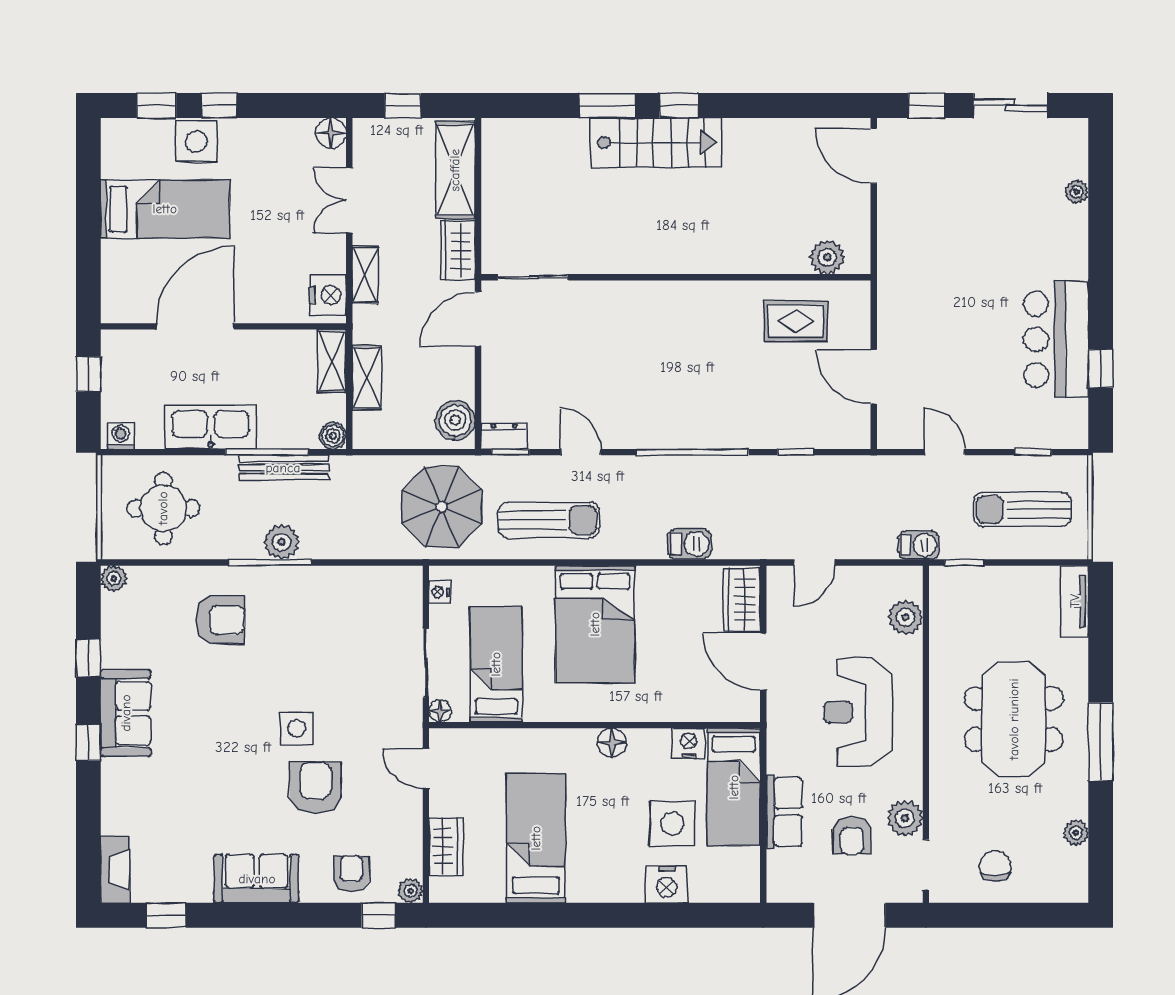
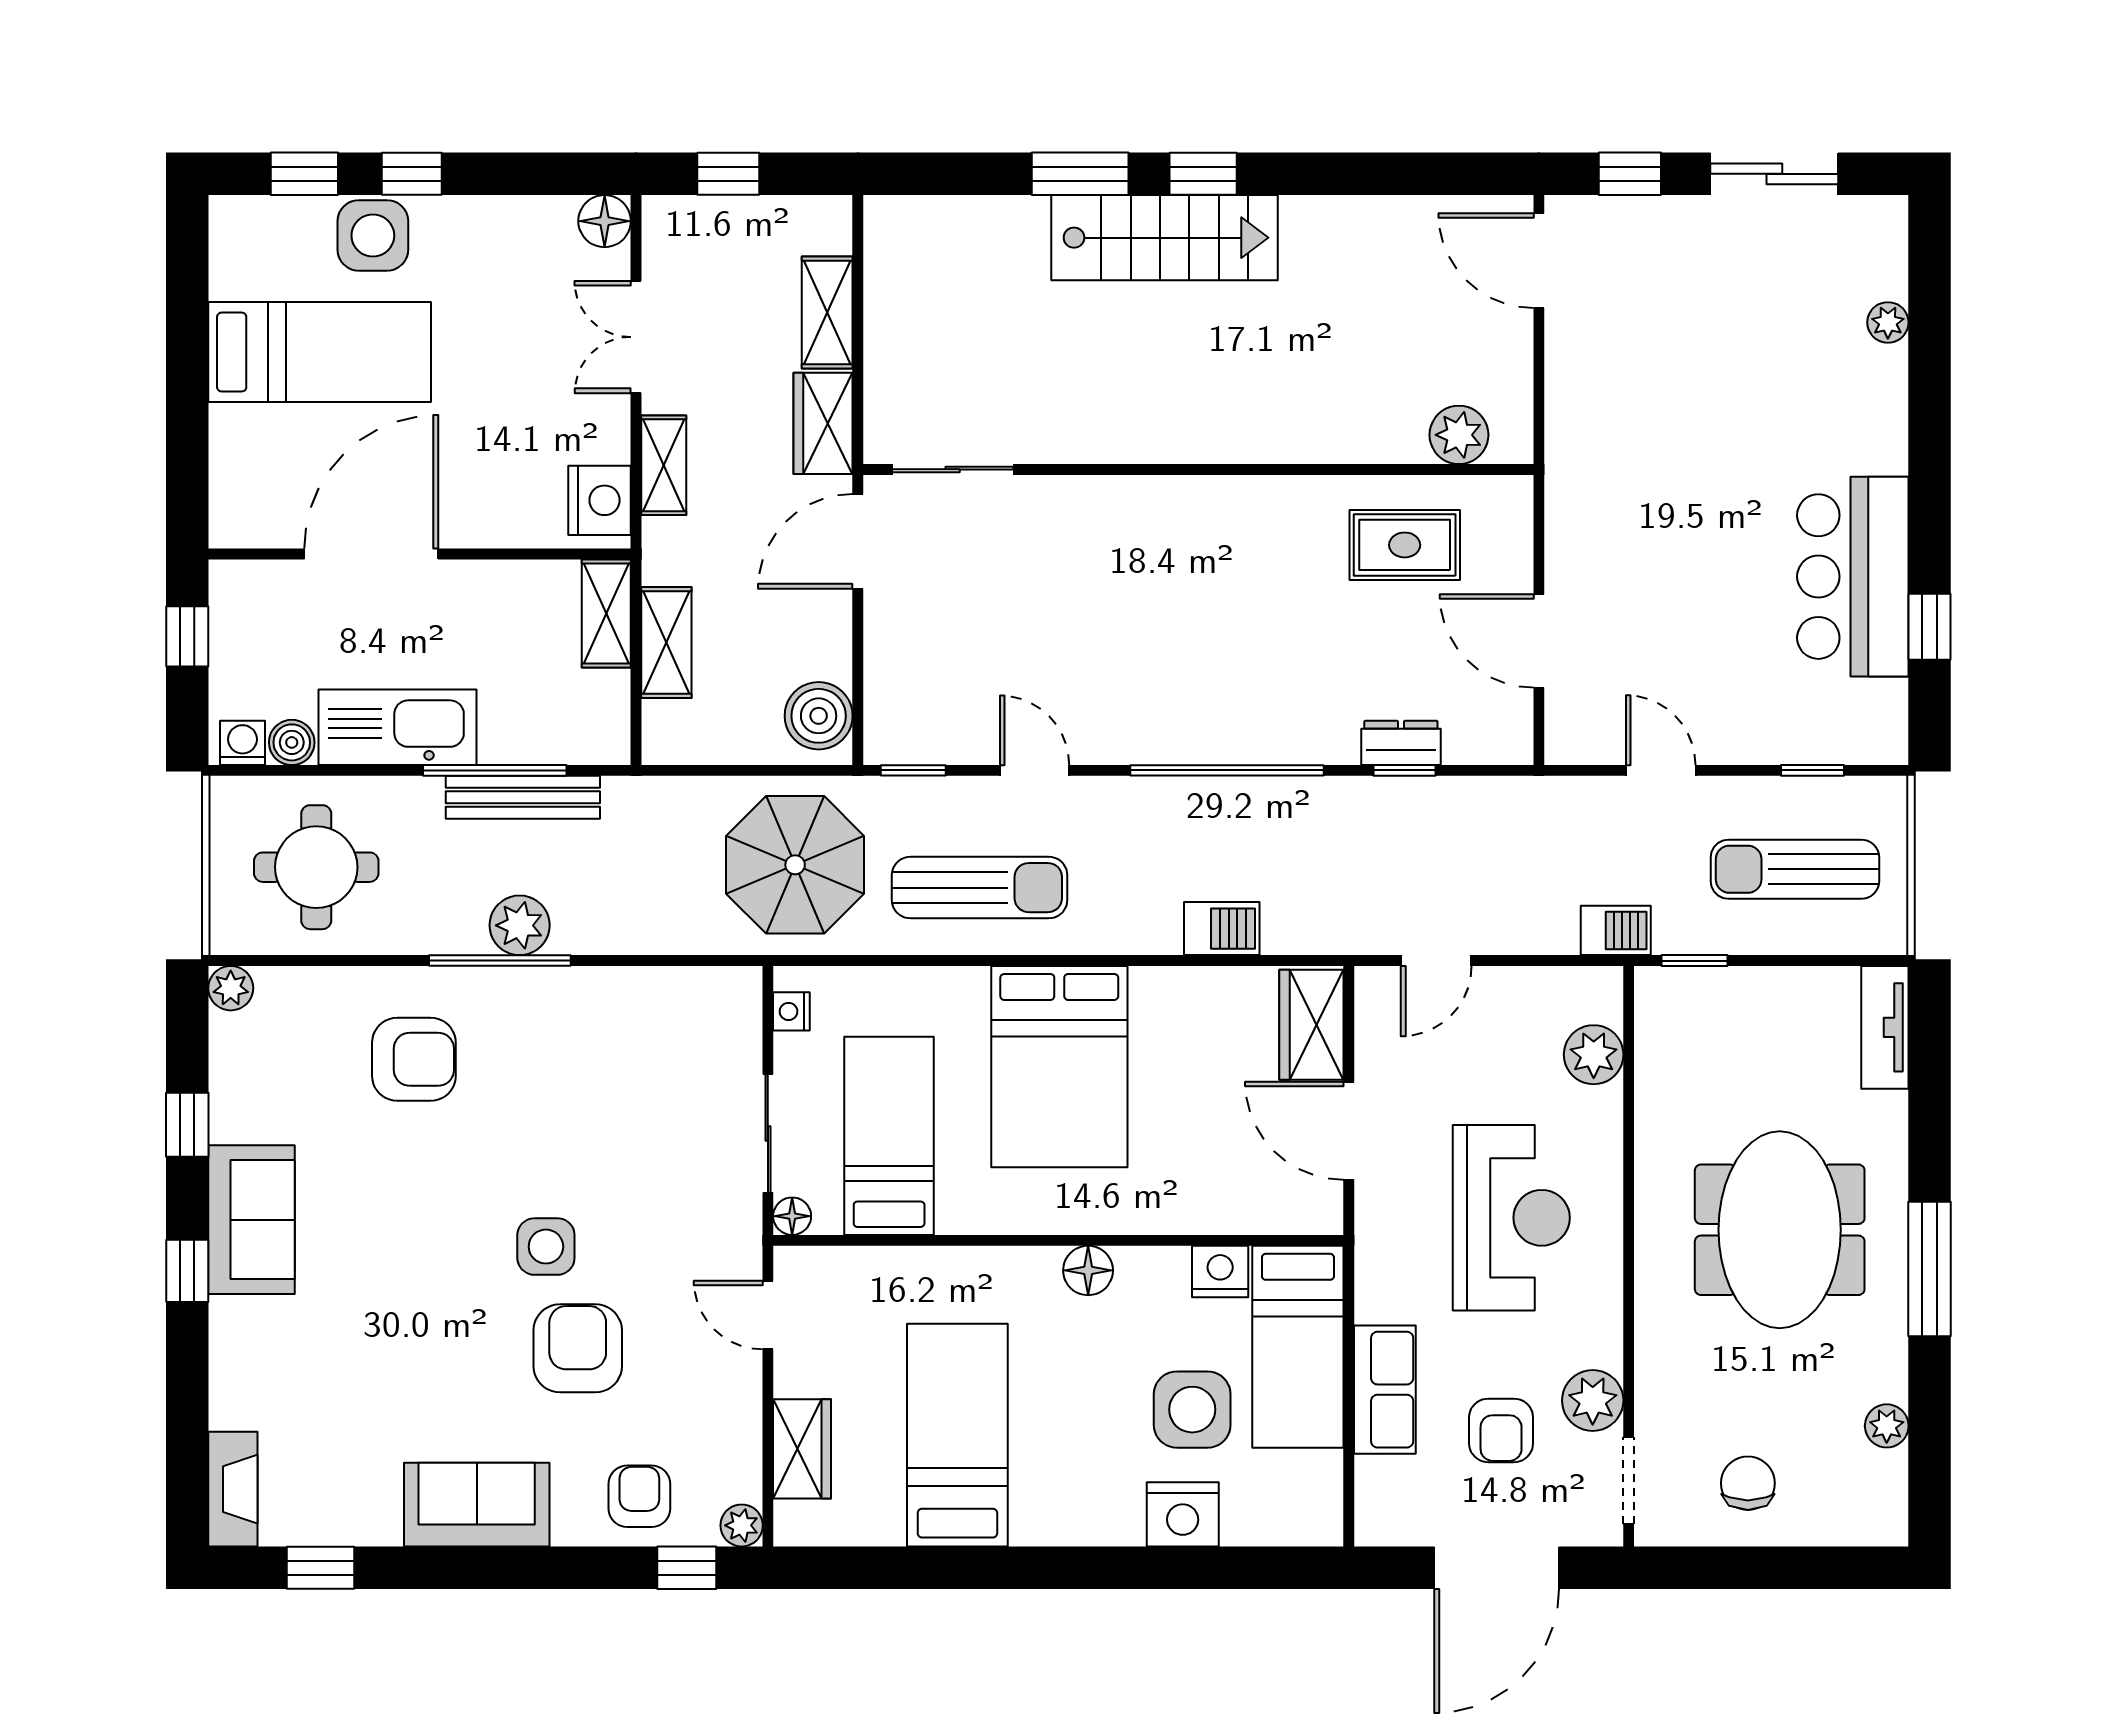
shelving: (455, 170) -> (827, 312), width x0.67, depth x0.75
boiler: (333, 436) -> (292, 742), moved
dresser: (504, 436) -> (1401, 743), moved
reception desk: (858, 712) -> (1511, 1218), turned 180

